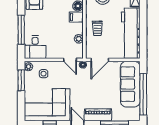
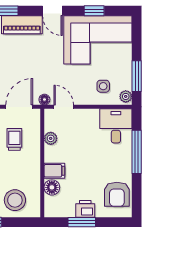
trolley: (97, 28) -> (14, 139), moved

